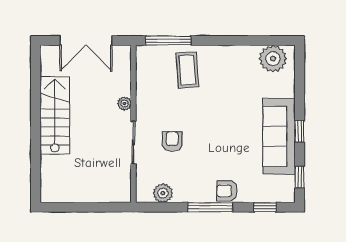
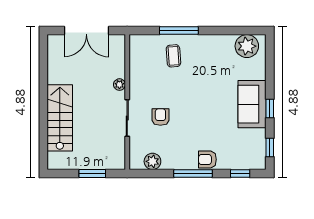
window: (168, 41) -> (179, 31), moved
coffee table: (187, 70) -> (173, 56), width x0.73, depth x0.77
stairs: (55, 115) -> (60, 118), moved
sofa: (279, 136) -> (252, 104), width x0.73
window: (93, 207) -> (92, 174), added

